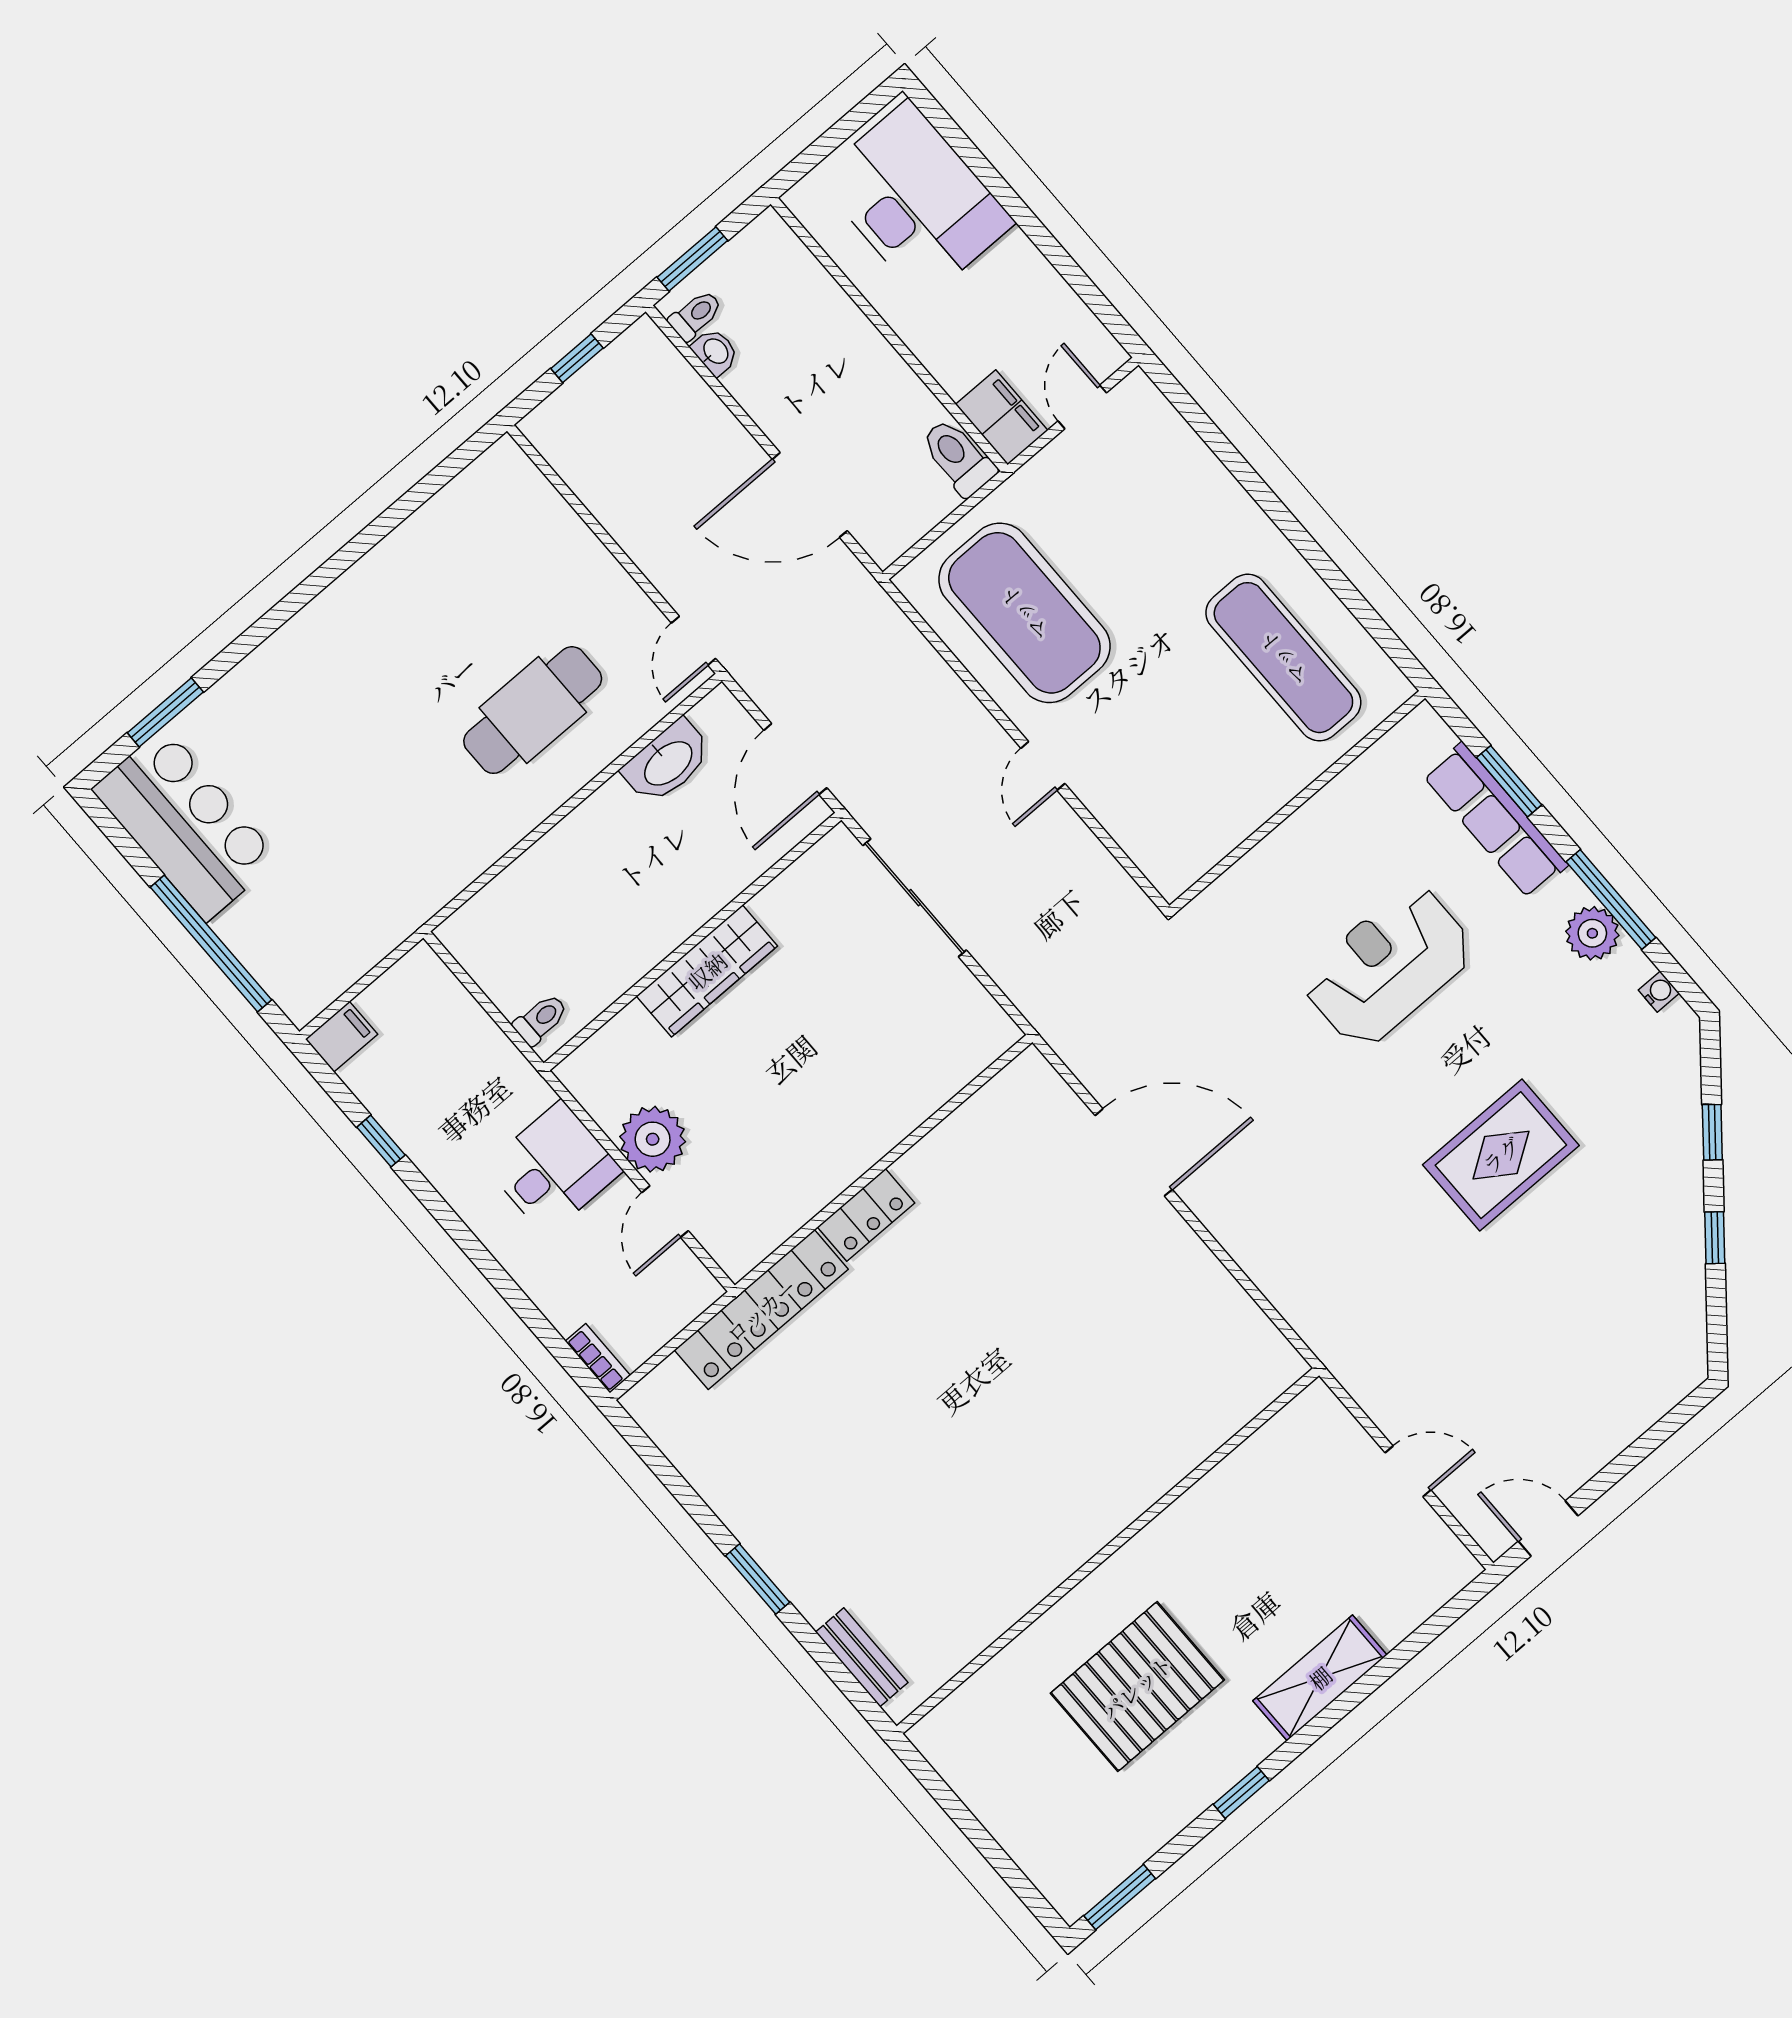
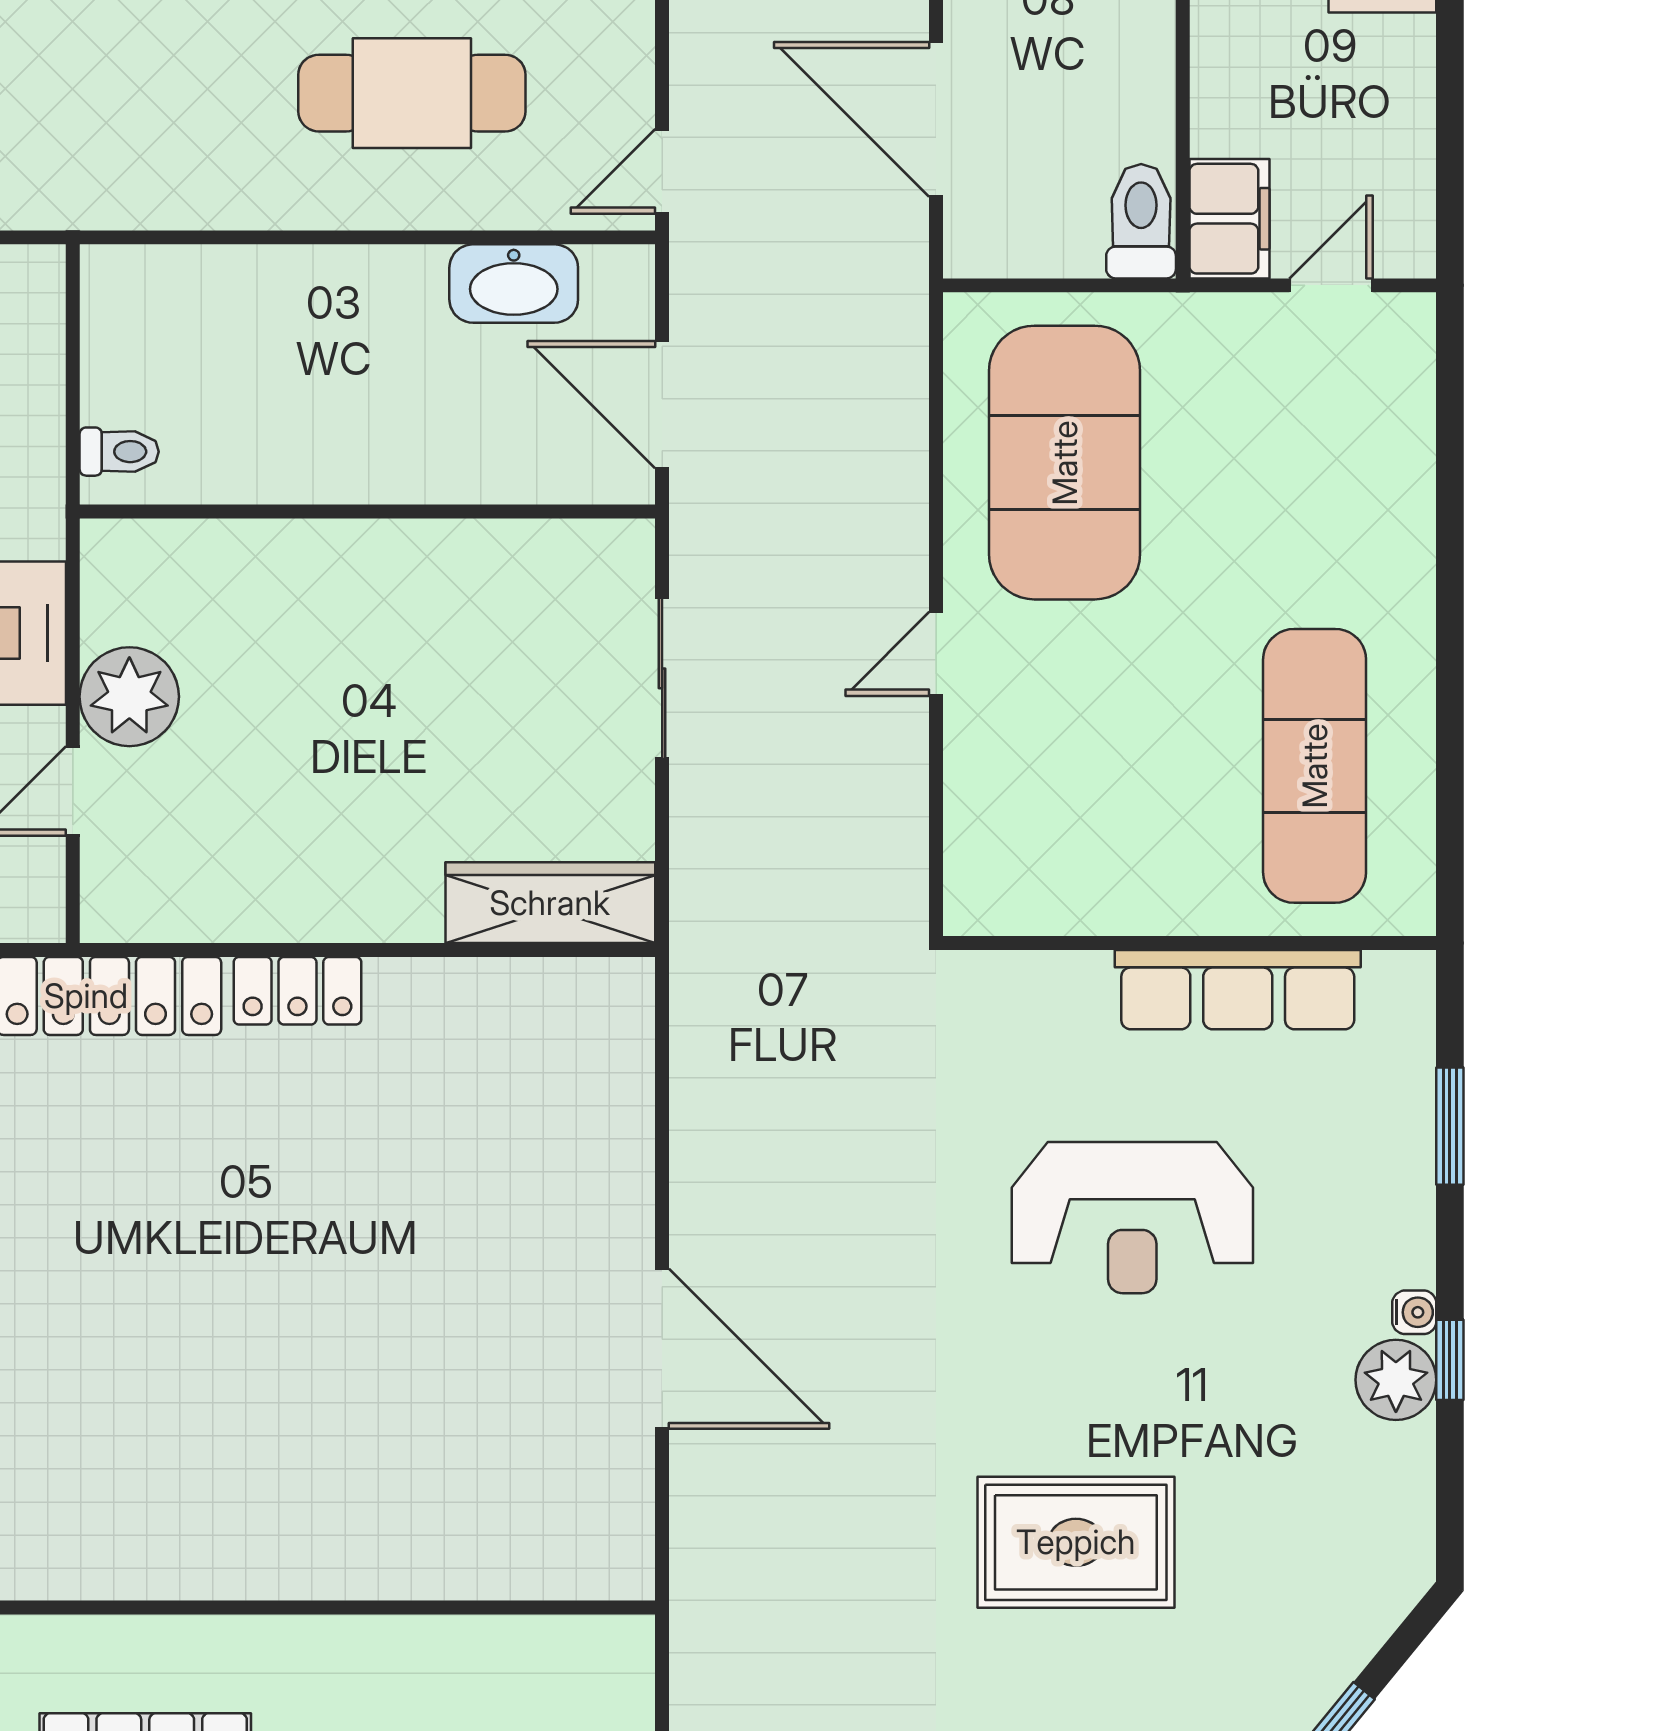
door: (795, 759) -> (662, 405), hinge flipped
row of seats: (1496, 820) -> (1238, 990), moved, turned -90
sliding door: (915, 898) -> (662, 678), width x0.73
window: (1611, 900) -> (1450, 1360), width x0.46
reception desk: (1388, 966) -> (1132, 1218), turned 180
wardrobe: (707, 971) -> (550, 903), moved, turned 180
water cooler: (1659, 992) -> (1414, 1312), moved
door: (1134, 1152) -> (662, 1349), moved

